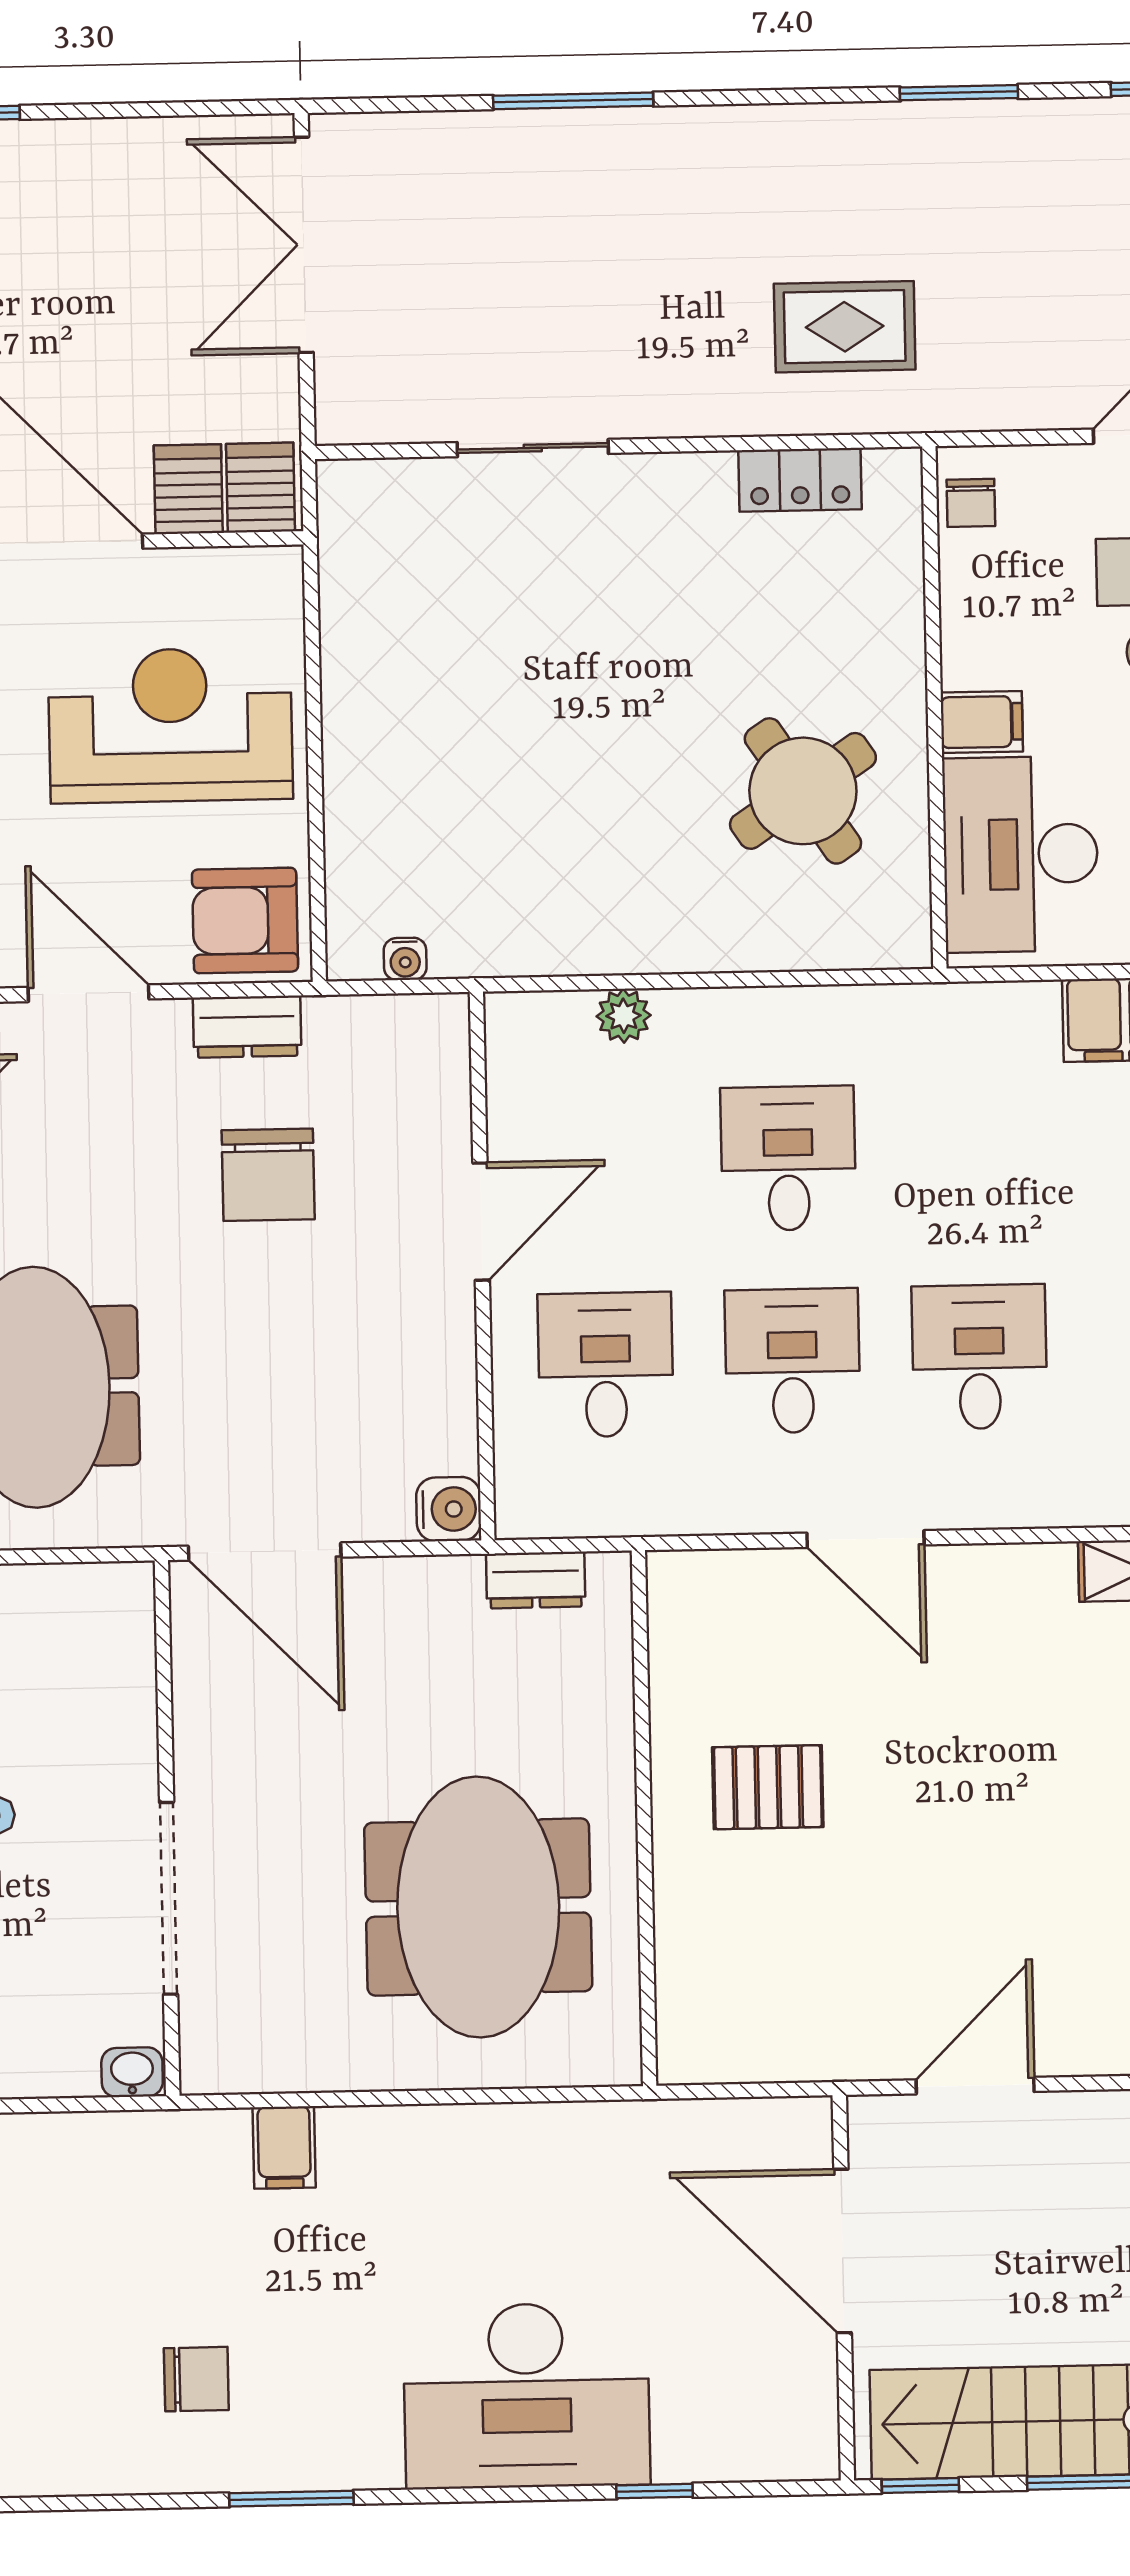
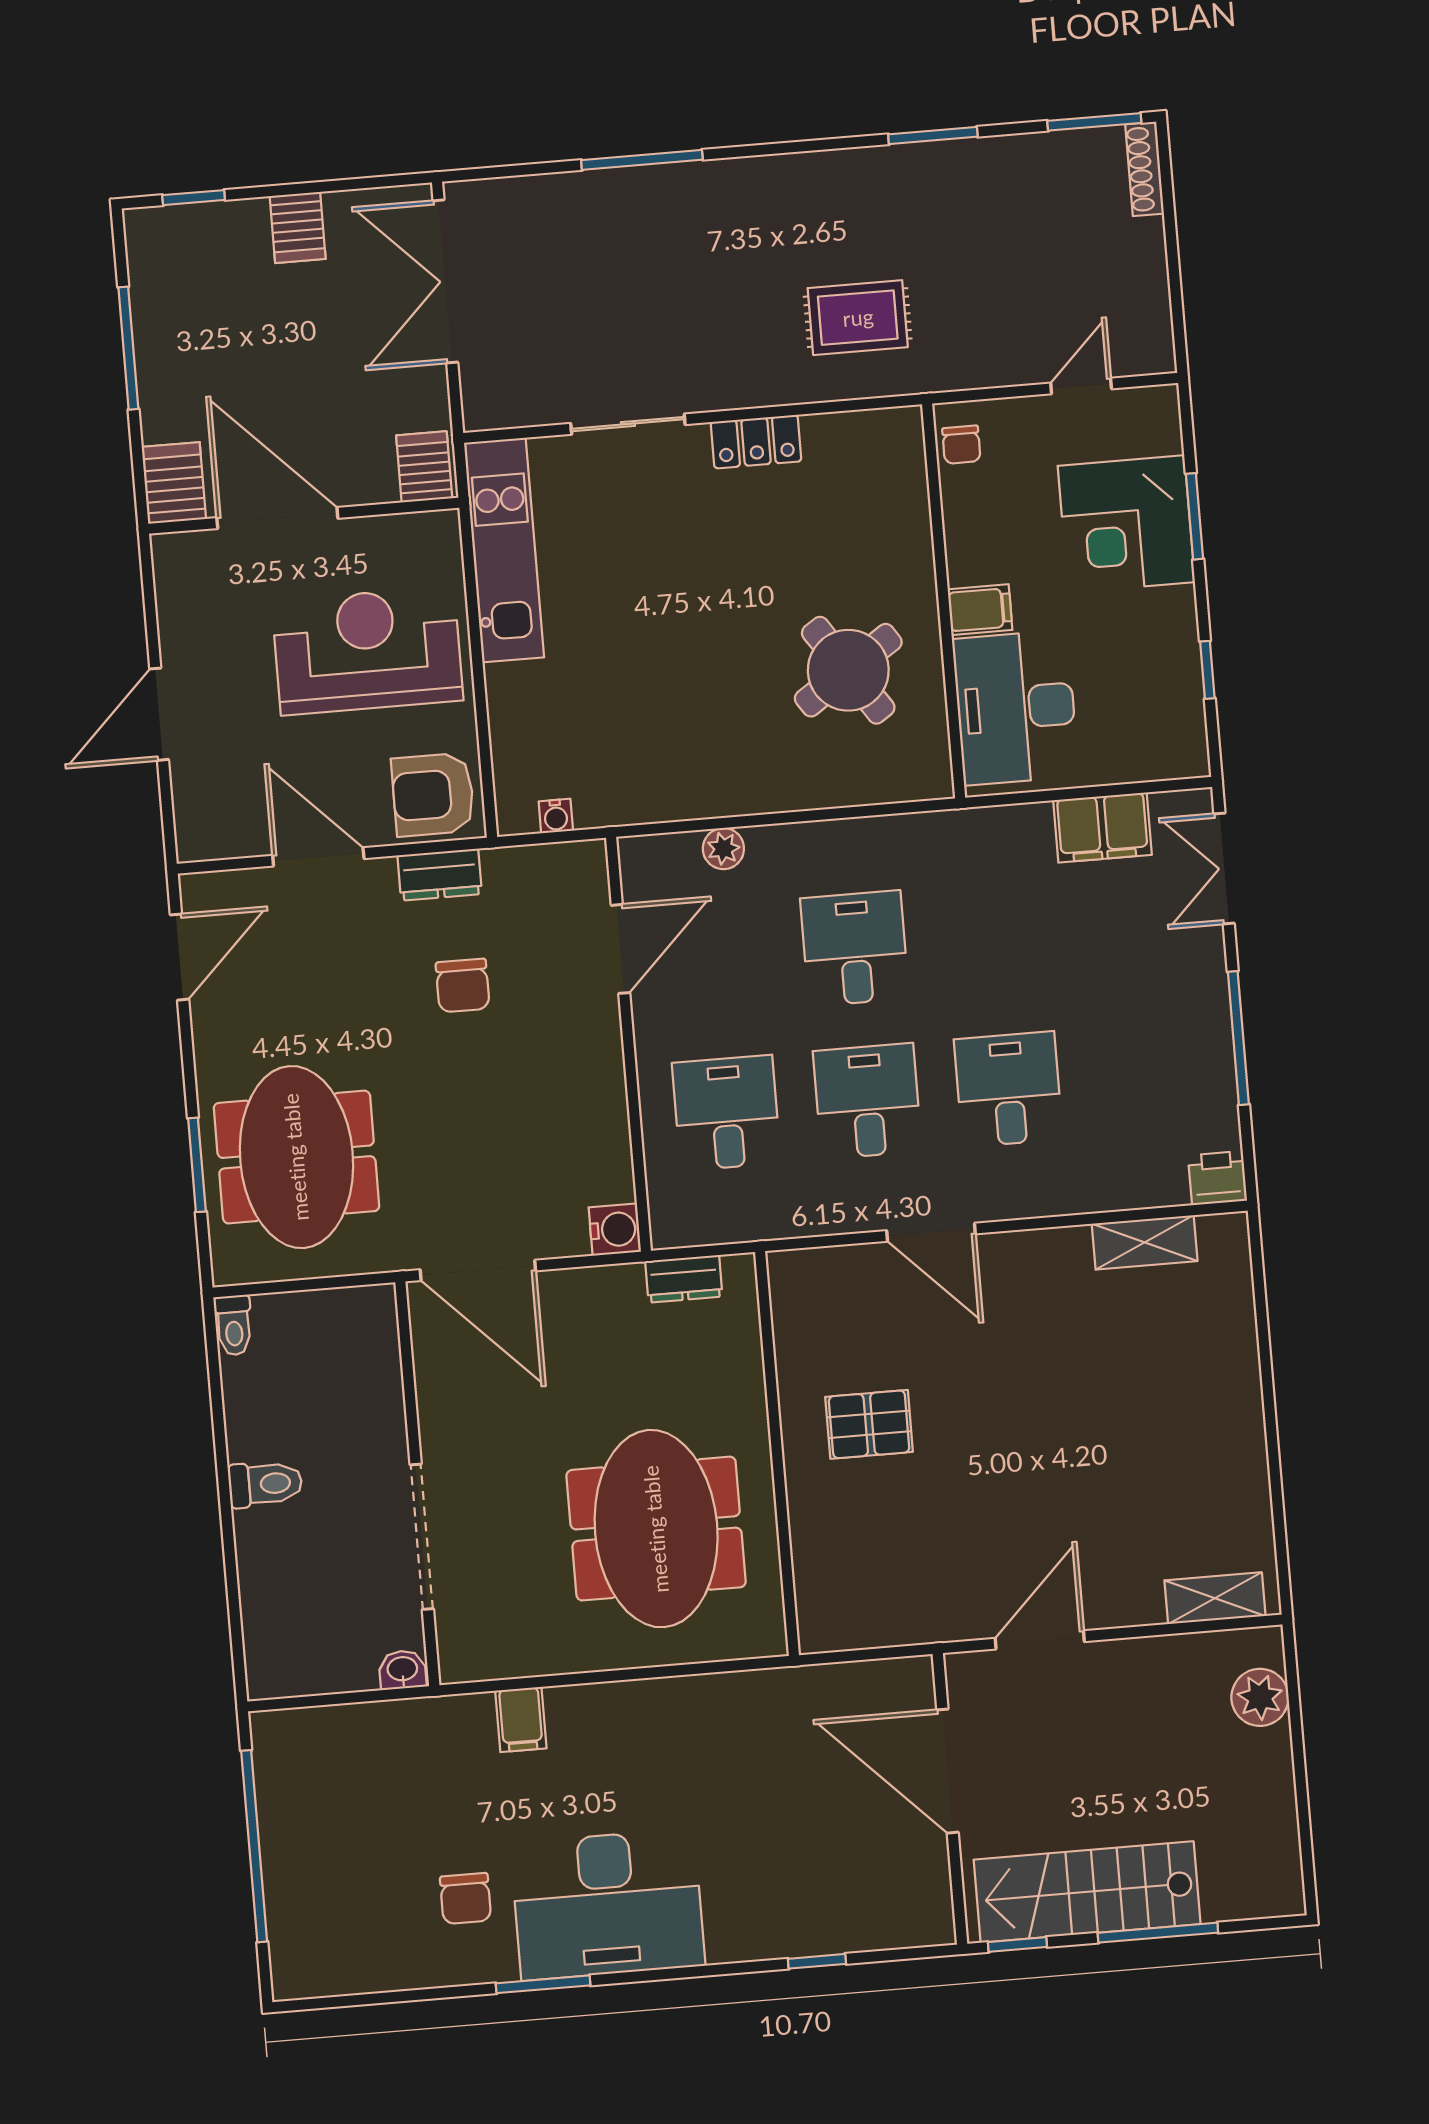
locker: (800, 480) -> (756, 442), moved
server rack: (188, 489) -> (298, 228), moved, turned 180
kitchen unit: (359, 604) -> (504, 550), added
chair: (268, 1175) -> (463, 986), width x0.73, depth x0.73
door: (481, 1222) -> (620, 949), moved
chair: (196, 2379) -> (466, 1899), turned 90
desk: (527, 2396) -> (608, 1904), moved

